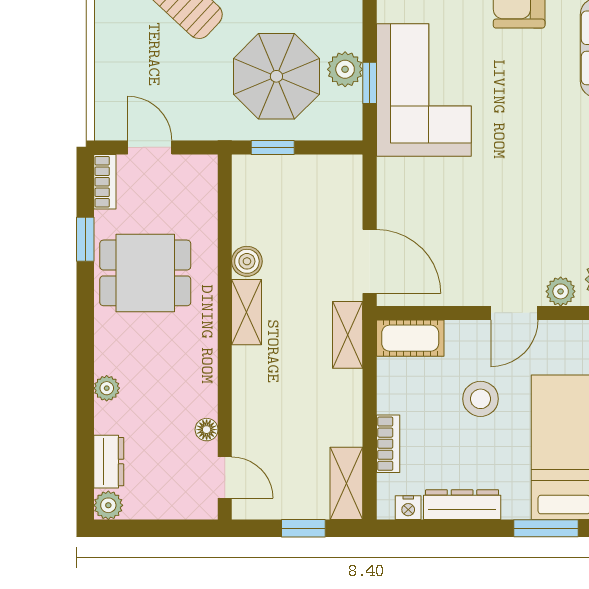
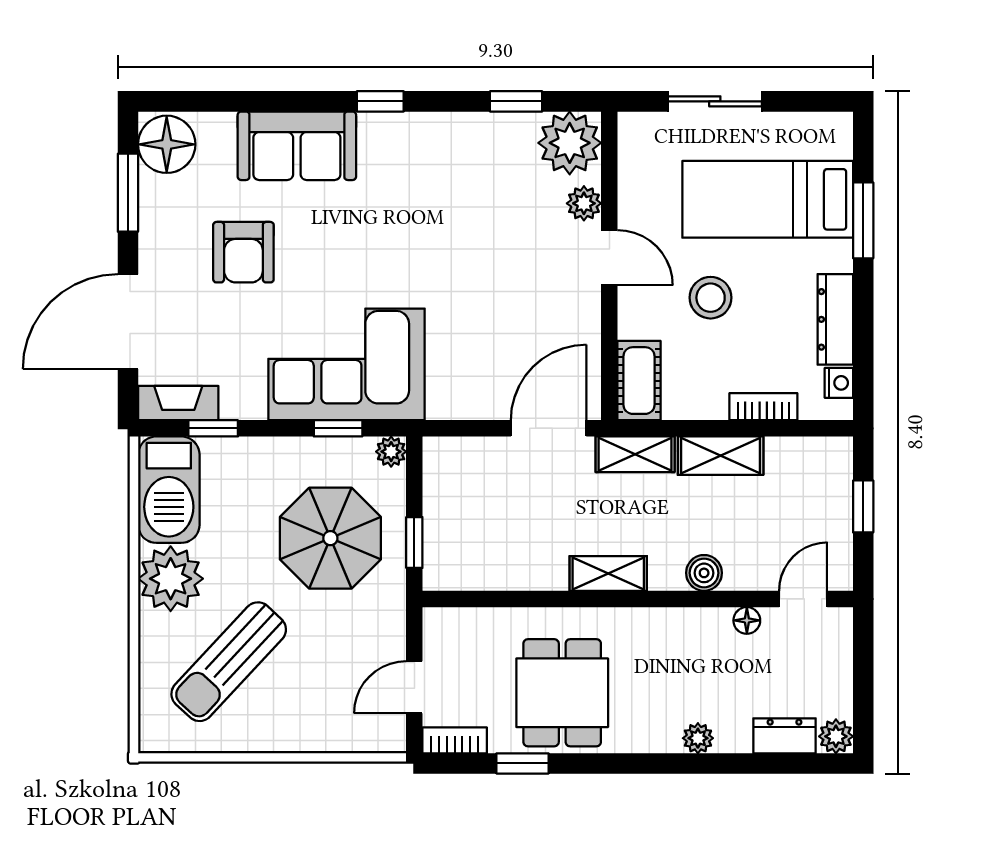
plant: (345, 69) -> (391, 452), moved, width x0.73, depth x0.73
boiler: (247, 261) -> (704, 573), moved
shelving: (346, 483) -> (721, 456), moved

